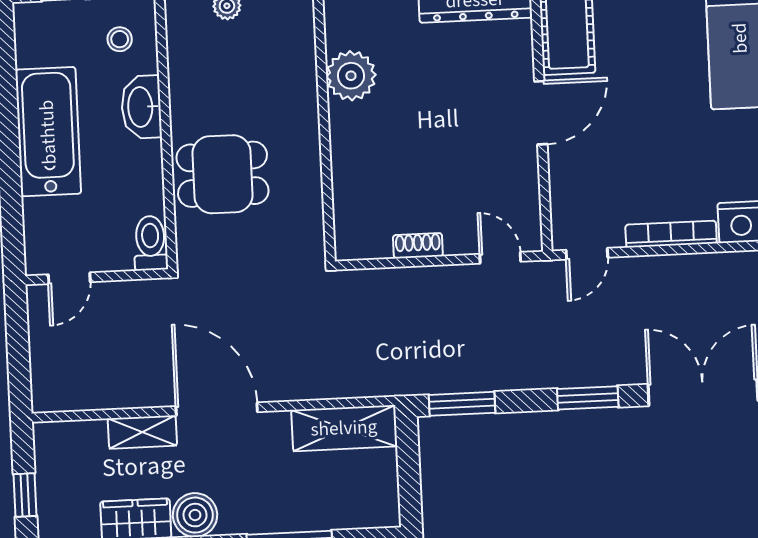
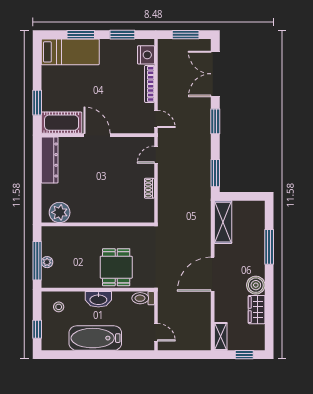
plant: (351, 76) -> (60, 212), moved
washbasin: (141, 107) -> (98, 299), moved
shelving: (142, 432) -> (221, 336), moved

